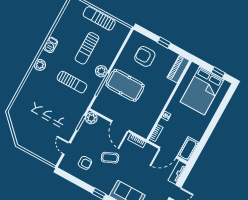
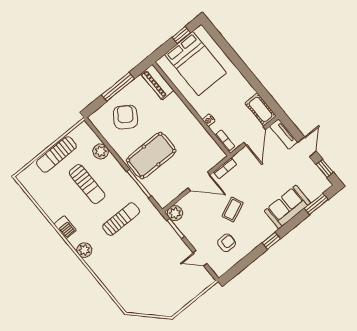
window: (164, 43) -> (118, 87), width x2.17
armchair: (145, 56) -> (125, 117), turned 123
plant: (101, 71) -> (101, 151), moved

